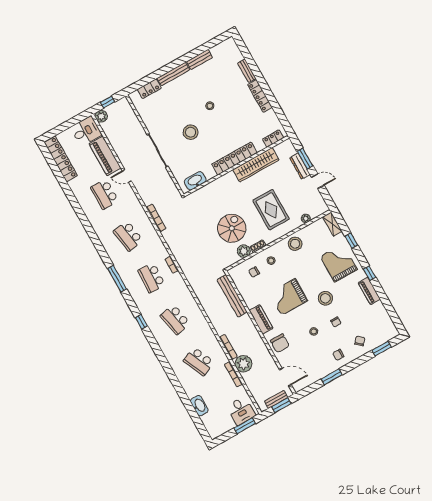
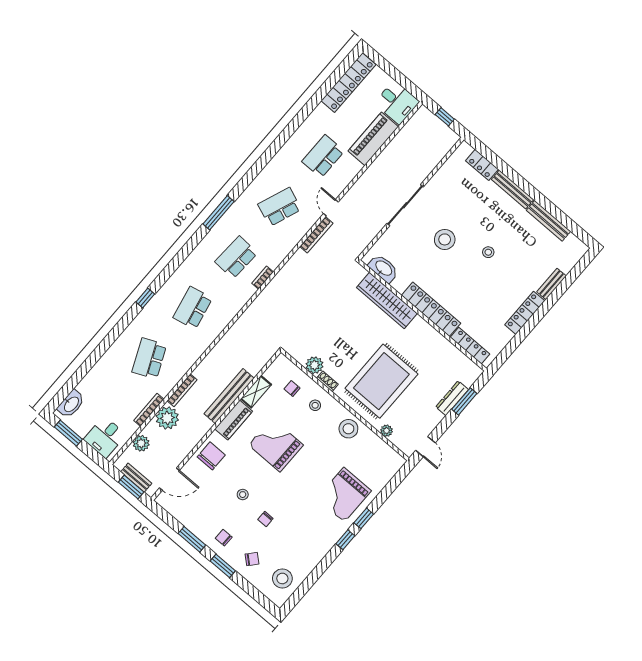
bench: (199, 60) -> (549, 221), width x1.36
plant: (101, 116) -> (141, 443), moved
locker: (273, 139) -> (470, 346), width x1.53
wardrobe: (256, 165) -> (387, 301), moved
door: (127, 176) -> (331, 208), moved
door: (318, 181) -> (425, 447), moved
rug: (271, 210) -> (381, 381), width x1.37, depth x1.44
shelving: (332, 224) -> (256, 392), moved
spiral stairs: (232, 228) -> (339, 339), removed
school desk: (128, 236) -> (280, 207), turned 30
window: (351, 241) -> (364, 518), moved
grand piano: (339, 263) -> (344, 495), turned 180
piano: (369, 291) -> (322, 548), removed
bench: (232, 296) -> (229, 396), moved
stool: (325, 298) -> (282, 578), moved
window: (141, 322) -> (145, 298), moved
chair: (280, 343) -> (211, 456), turned 180
window: (382, 349) -> (223, 566), moved
door: (285, 377) -> (169, 479), hinge flipped
washbasin: (199, 406) -> (71, 404), moved
window: (245, 426) -> (68, 433), moved

